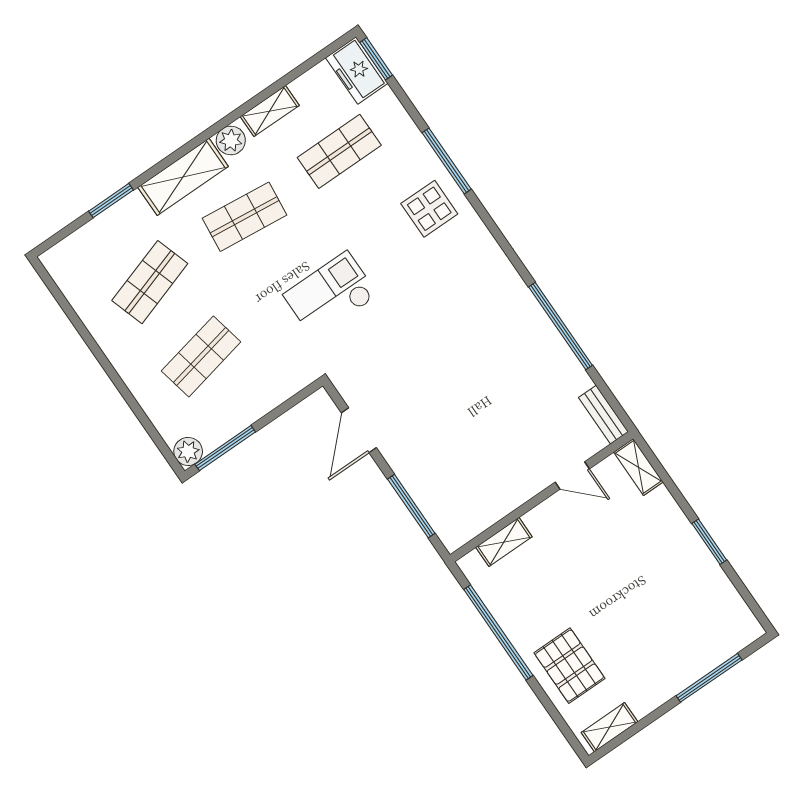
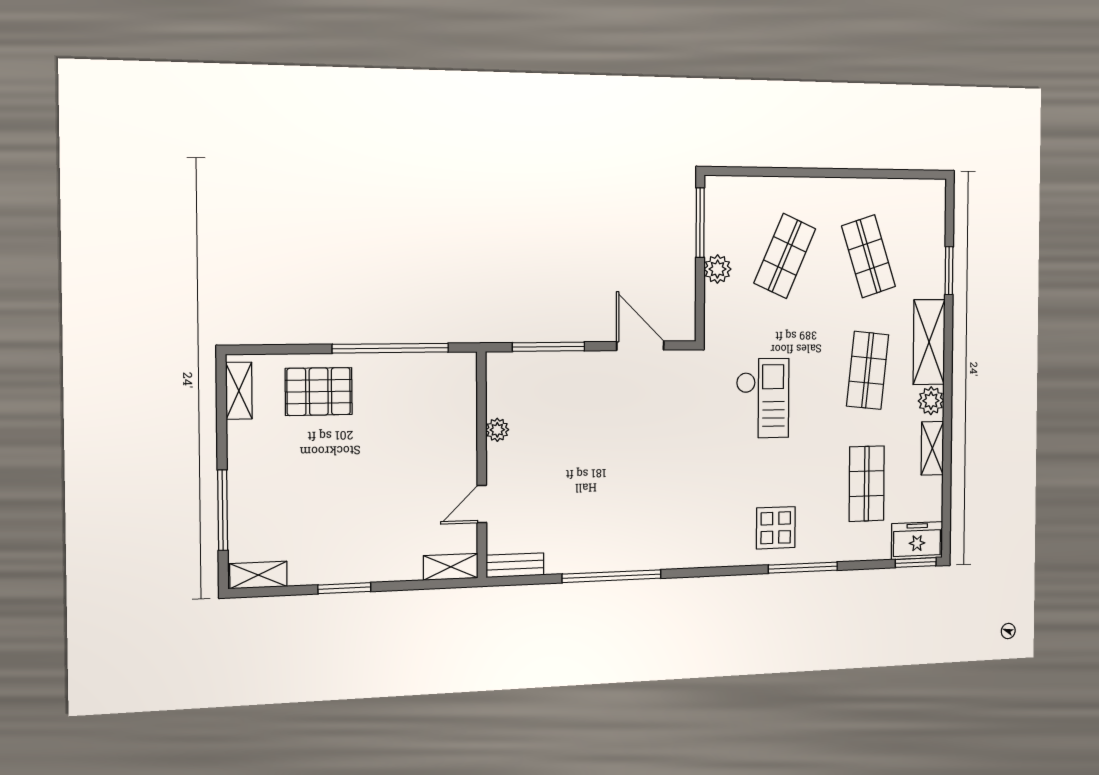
shop shelf: (201, 356) -> (785, 256), turned 36
plant: (188, 451) -> (717, 269), moved
plant: (505, 503) -> (497, 430), added
shelving: (504, 542) -> (258, 575), moved, turned 90

